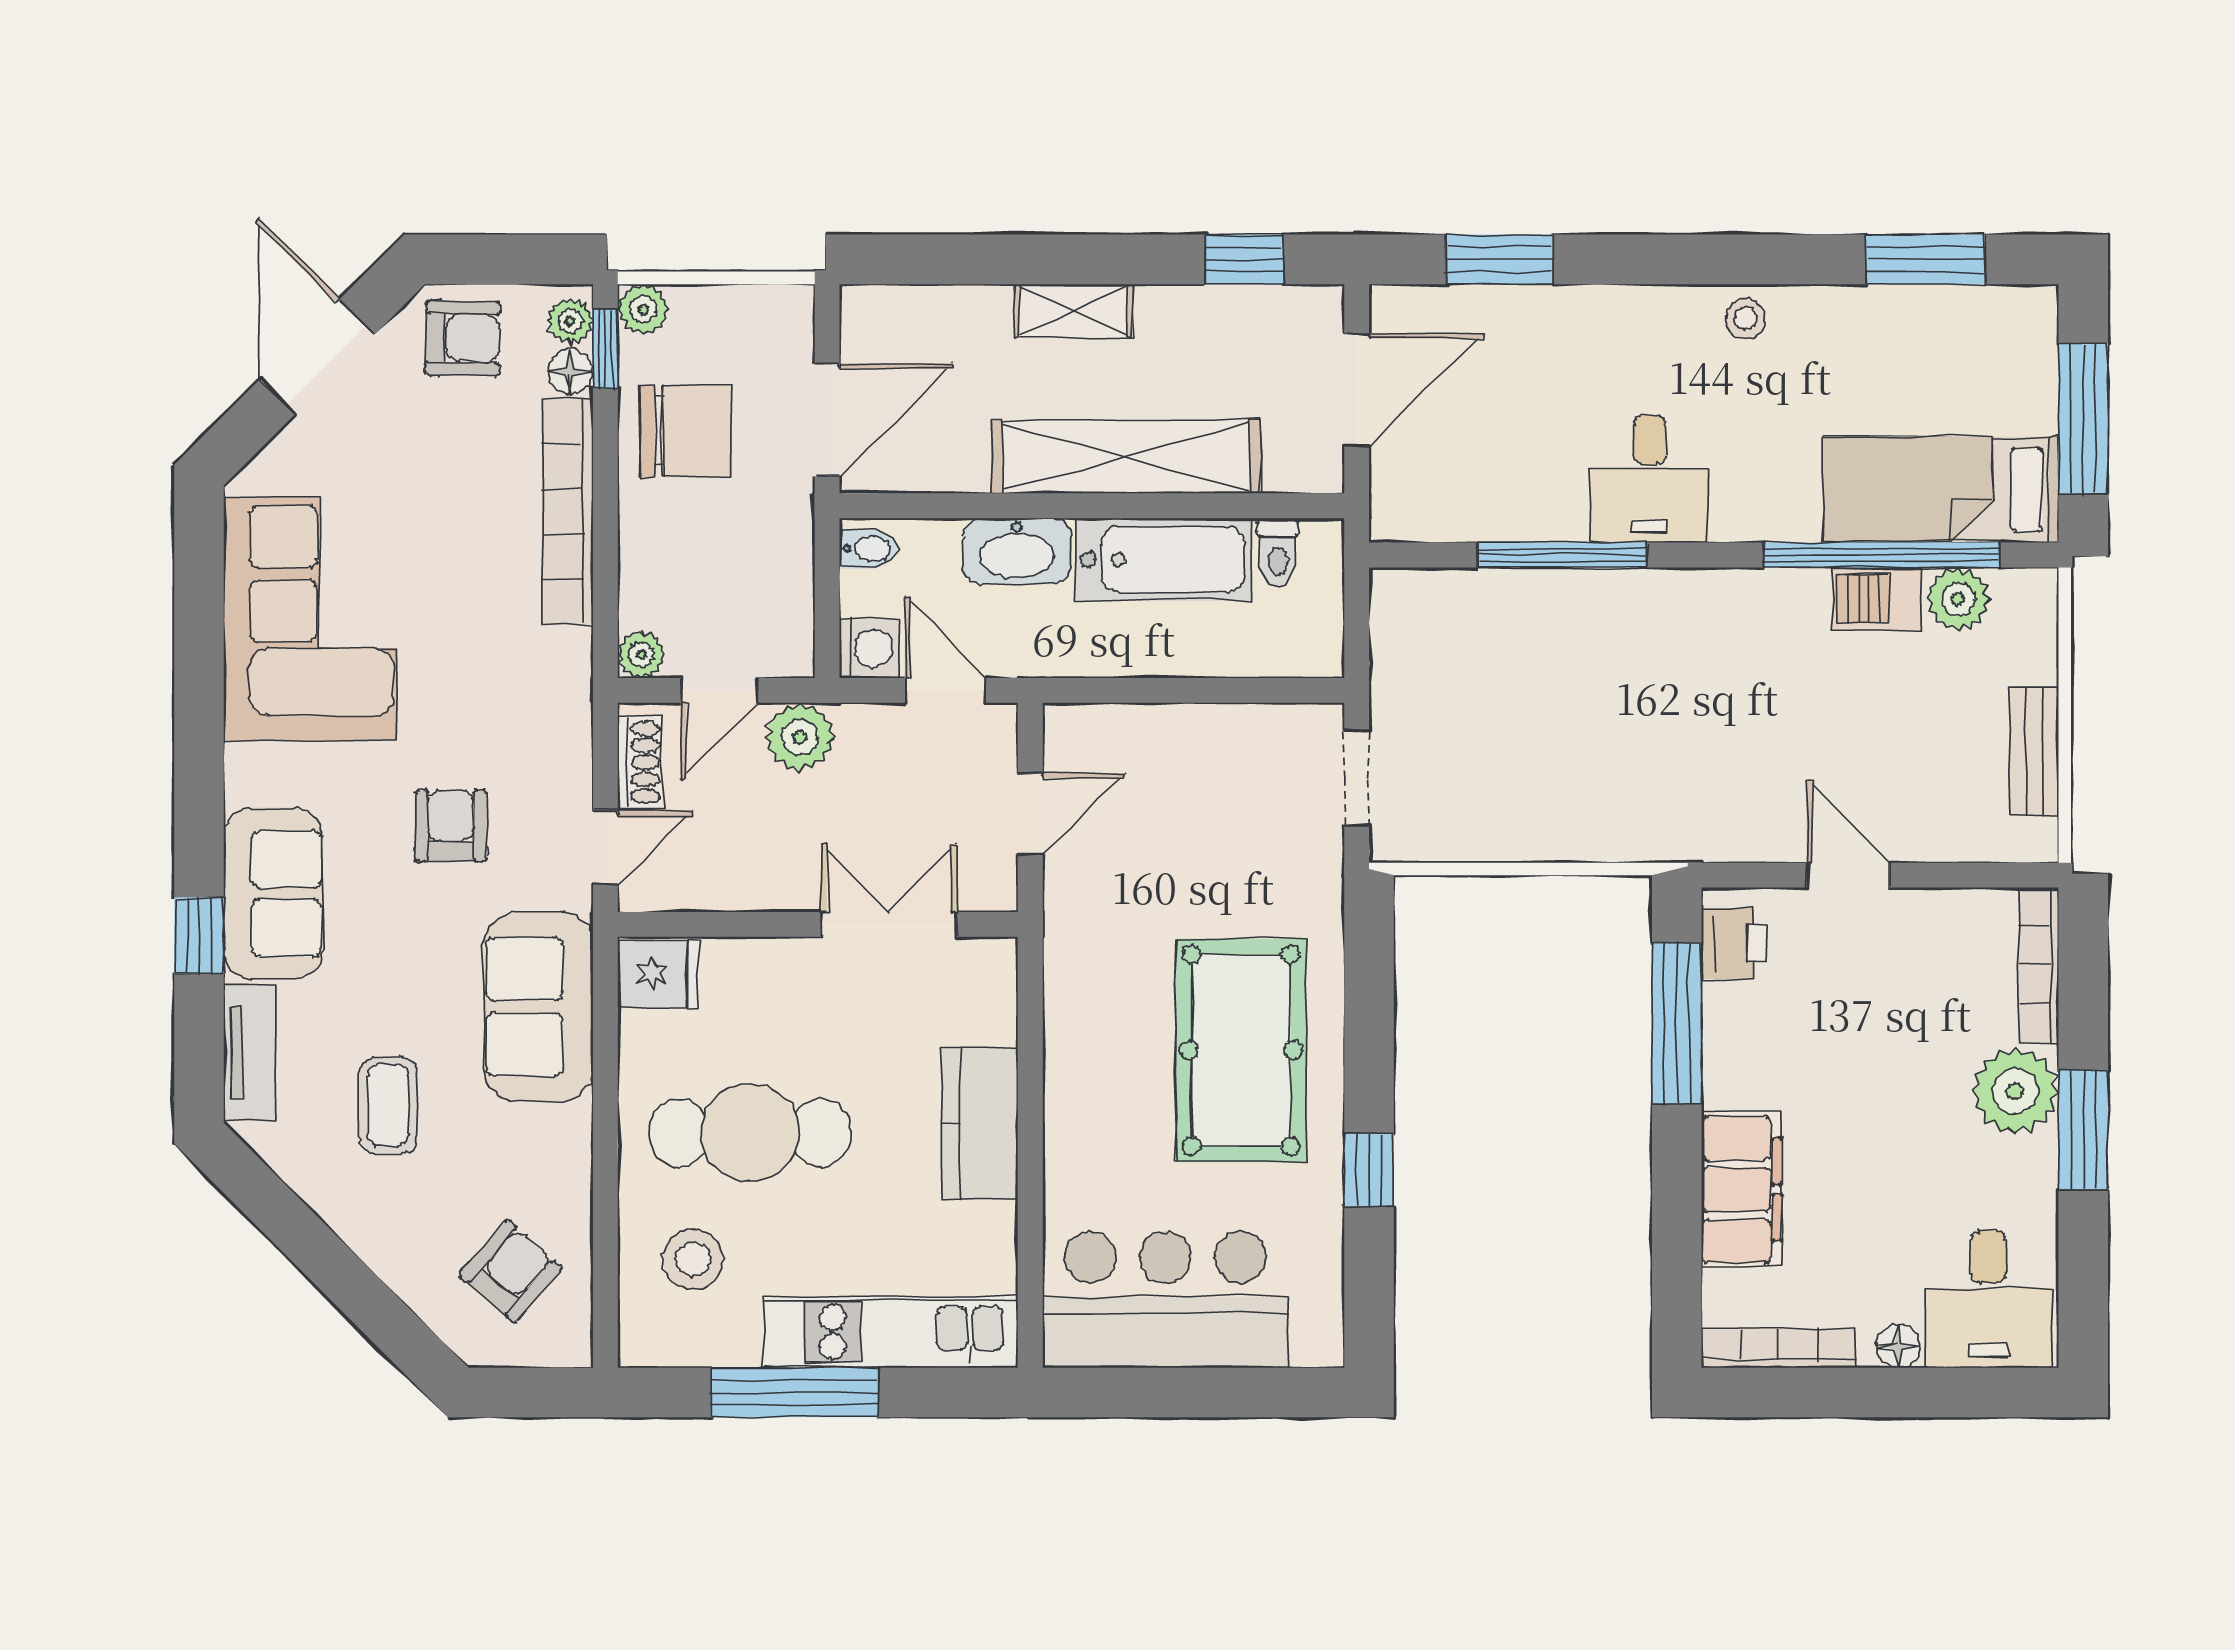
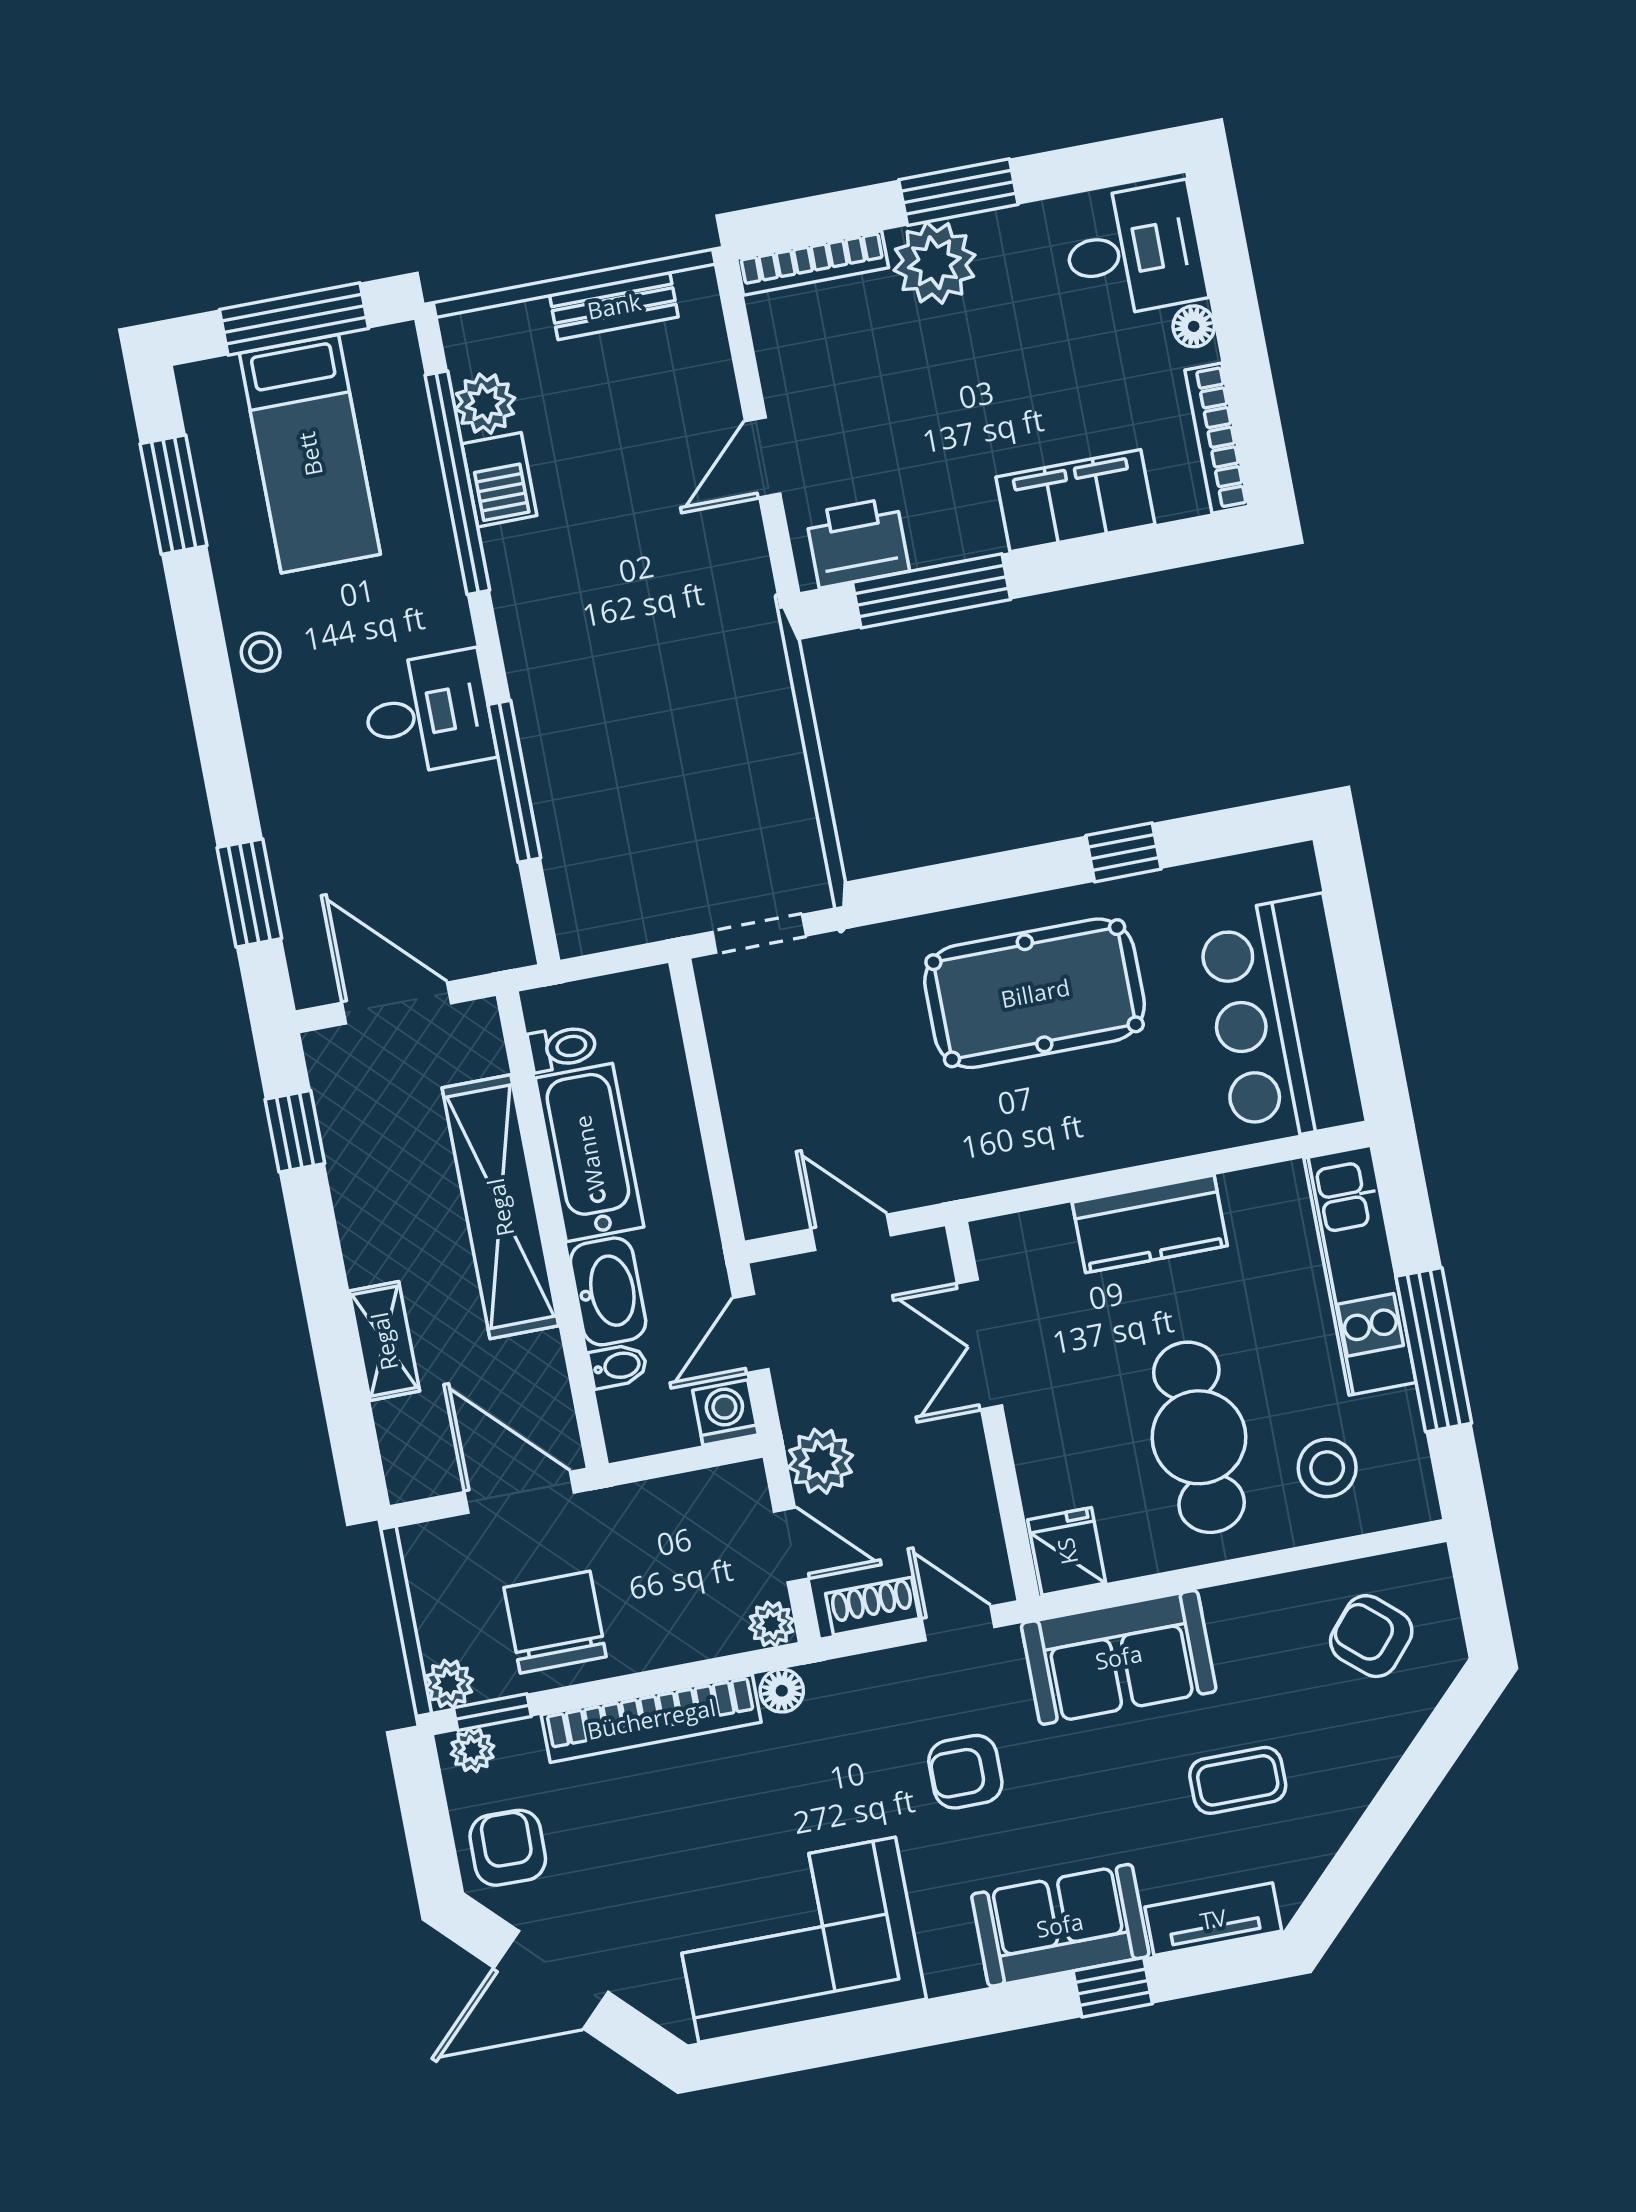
shelving: (1074, 310) -> (384, 1341), moved
floor lamp: (571, 371) -> (782, 1691), moved
bed: (1941, 490) -> (310, 454), moved
bidet: (868, 549) -> (618, 1366), moved, turned 90
printer: (1734, 944) -> (857, 542), width x1.36, depth x1.24

